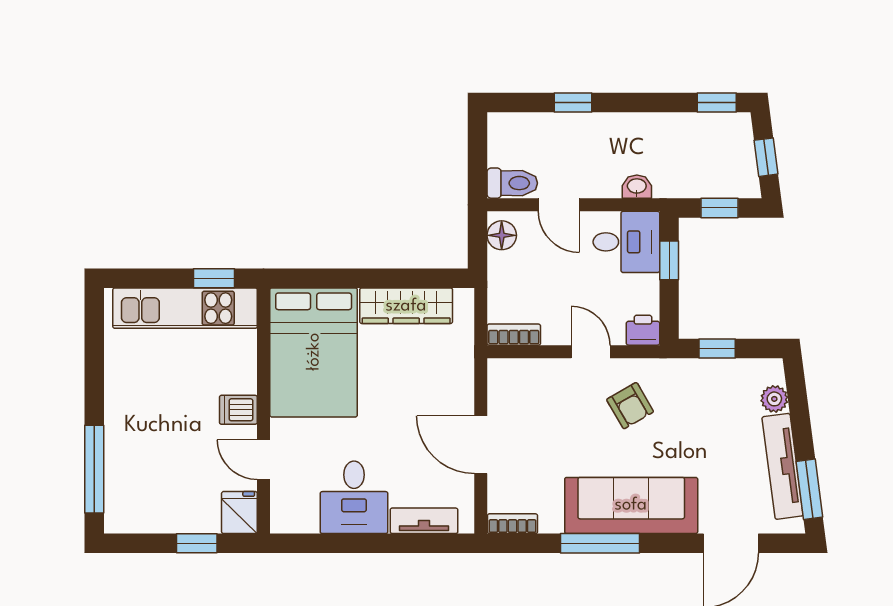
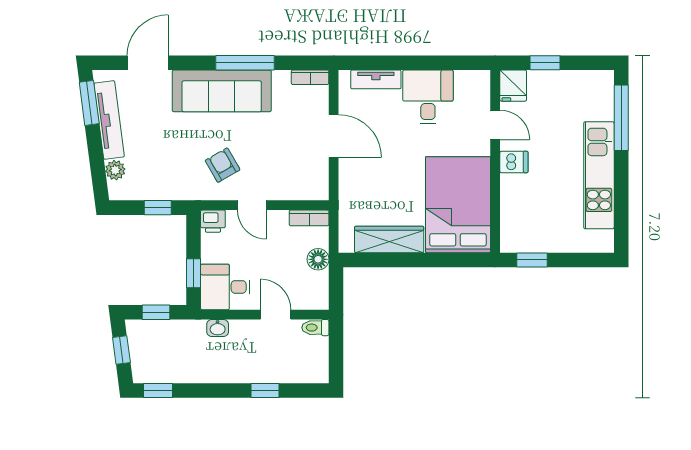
toilet: (512, 183) -> (315, 328), width x0.73, depth x0.72
floor lamp: (502, 235) -> (318, 259), moved
kitchen unit: (185, 308) -> (599, 175), moved, turned -90

